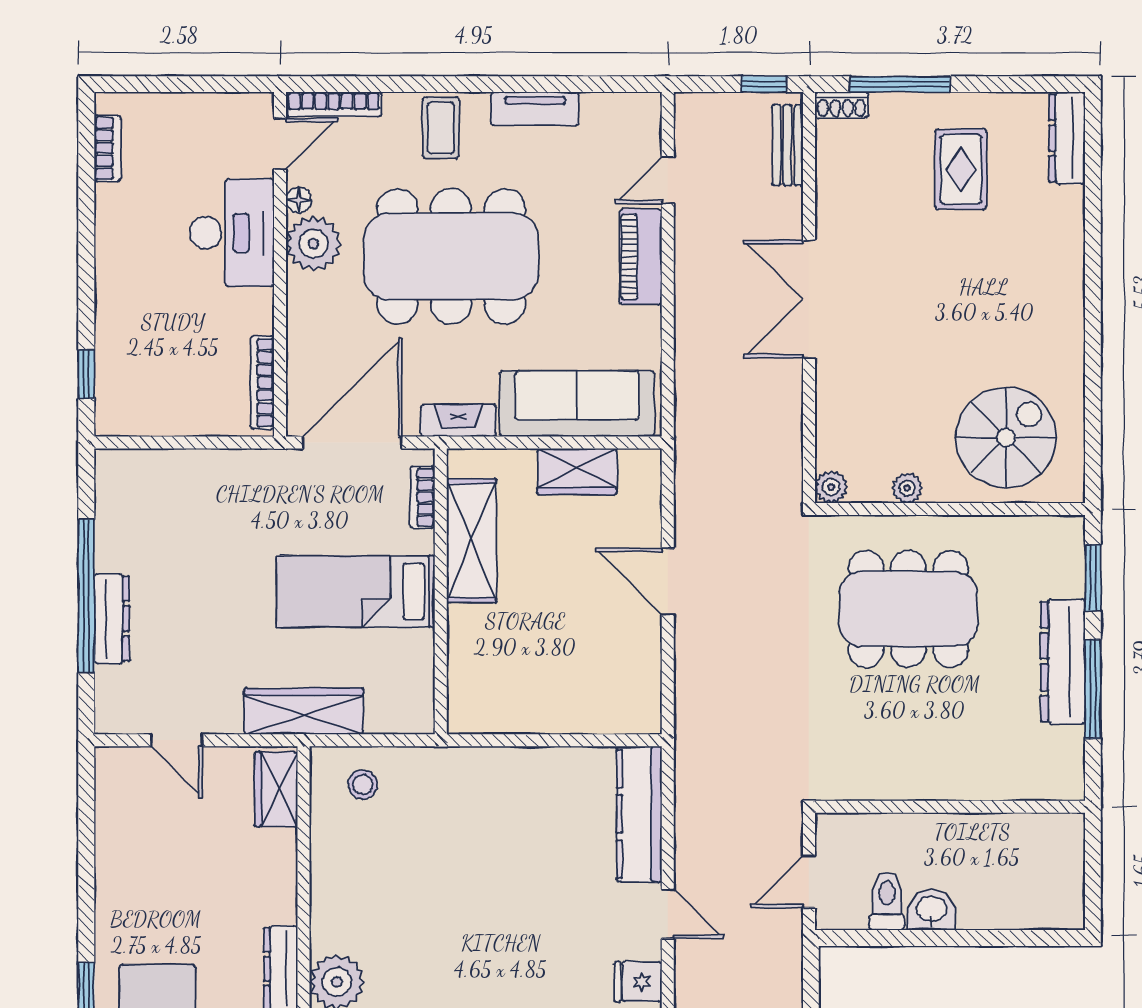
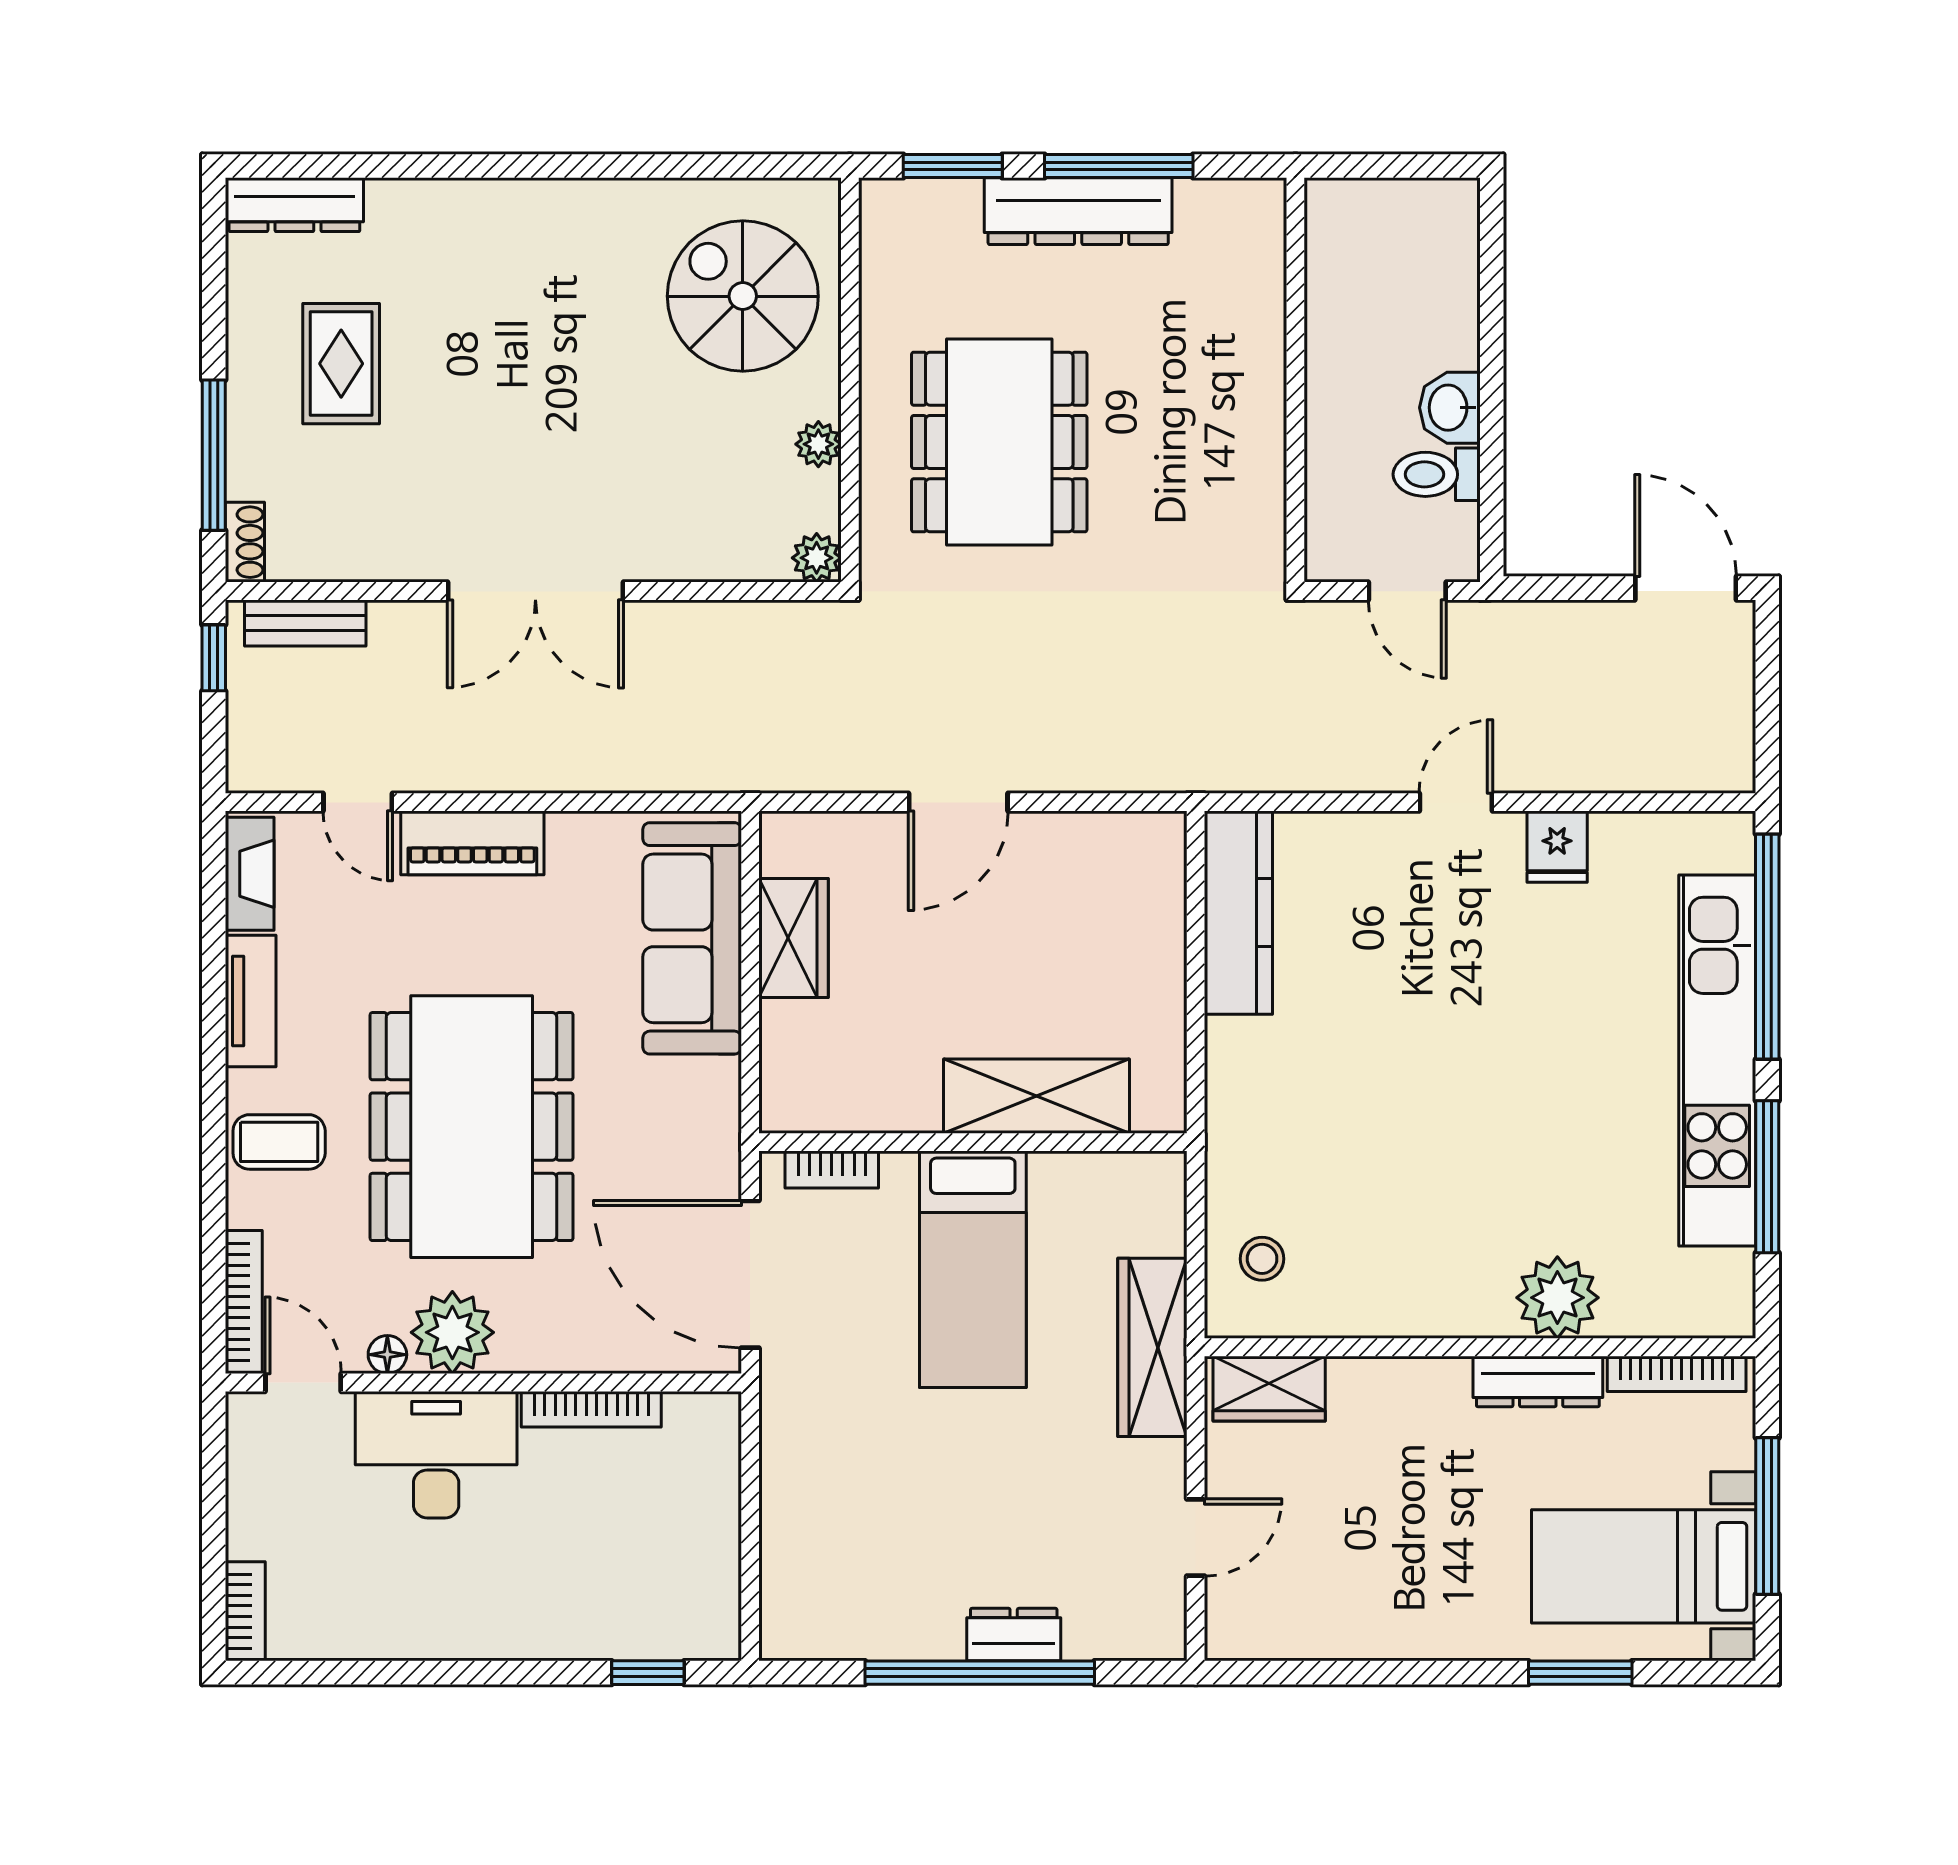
bookcase: (107, 148) -> (245, 1611), moved, turned 90
rug: (961, 169) -> (341, 364), turned 90
bookcase: (262, 383) -> (591, 1409), moved
fireplace: (459, 421) -> (250, 874), moved, turned 180
shelving: (471, 541) -> (1037, 1096), moved
dresser: (112, 619) -> (1014, 1635), width x0.70
kitchen counter: (639, 814) -> (1238, 913), moved, turned -90

